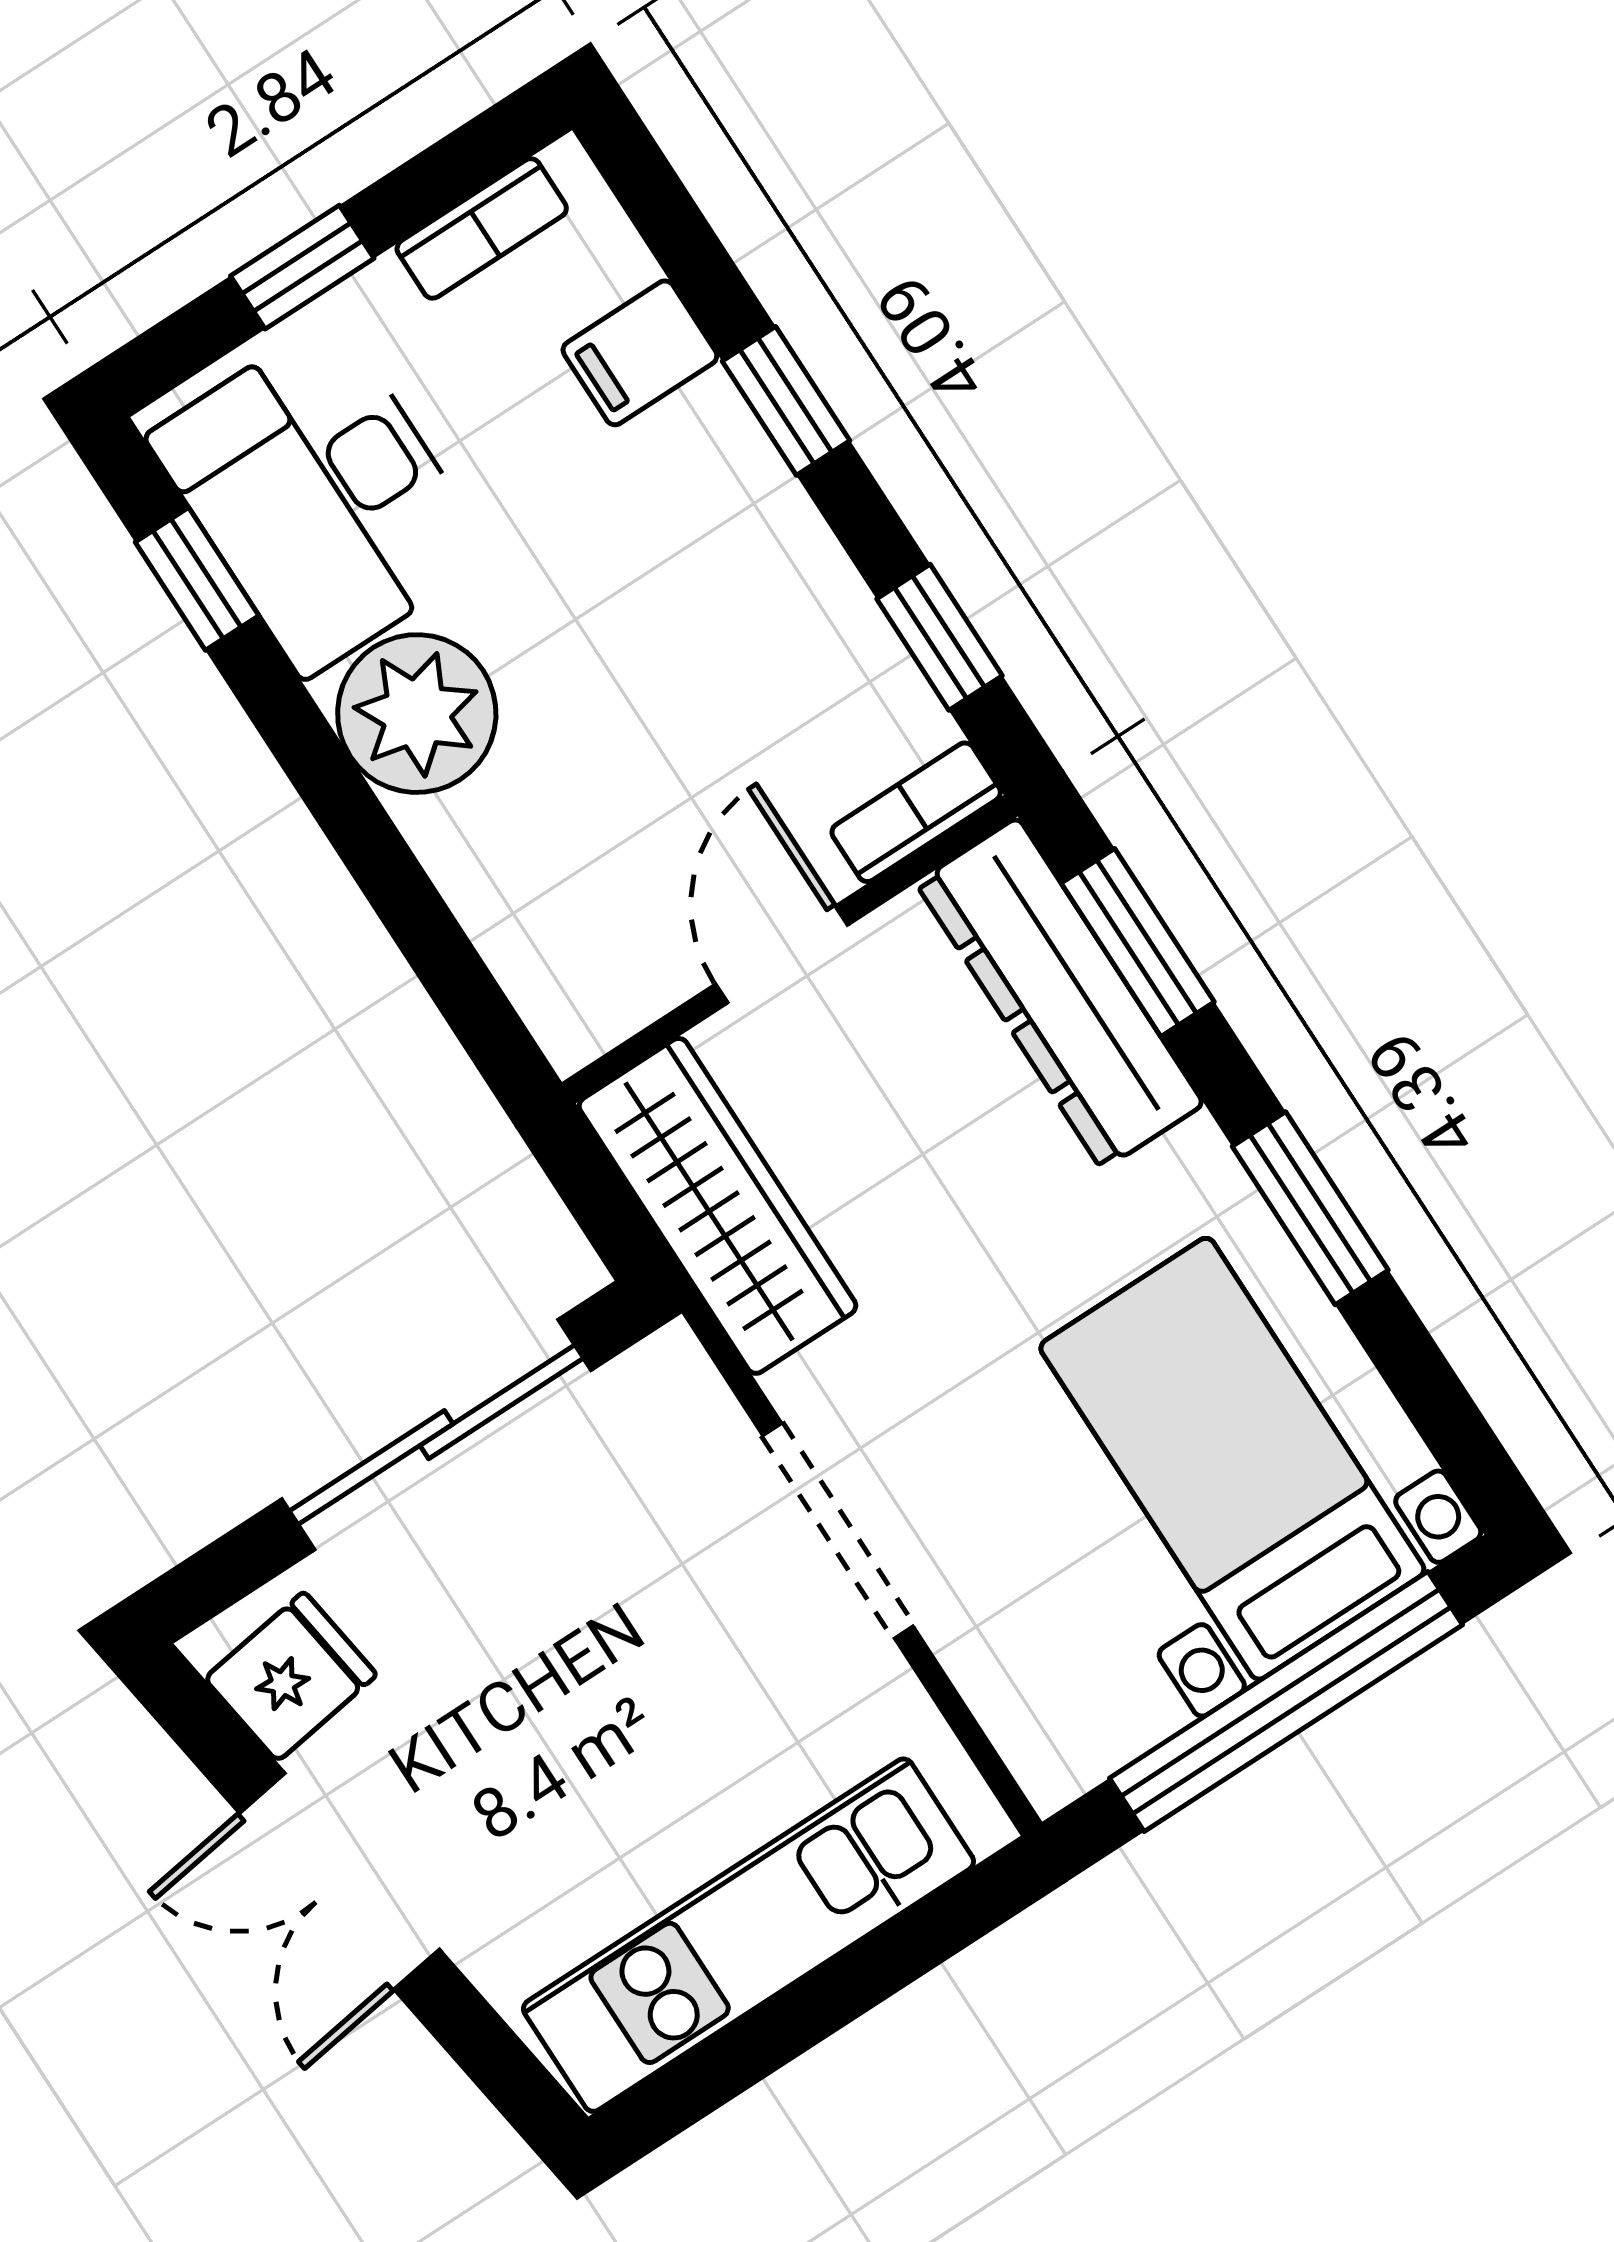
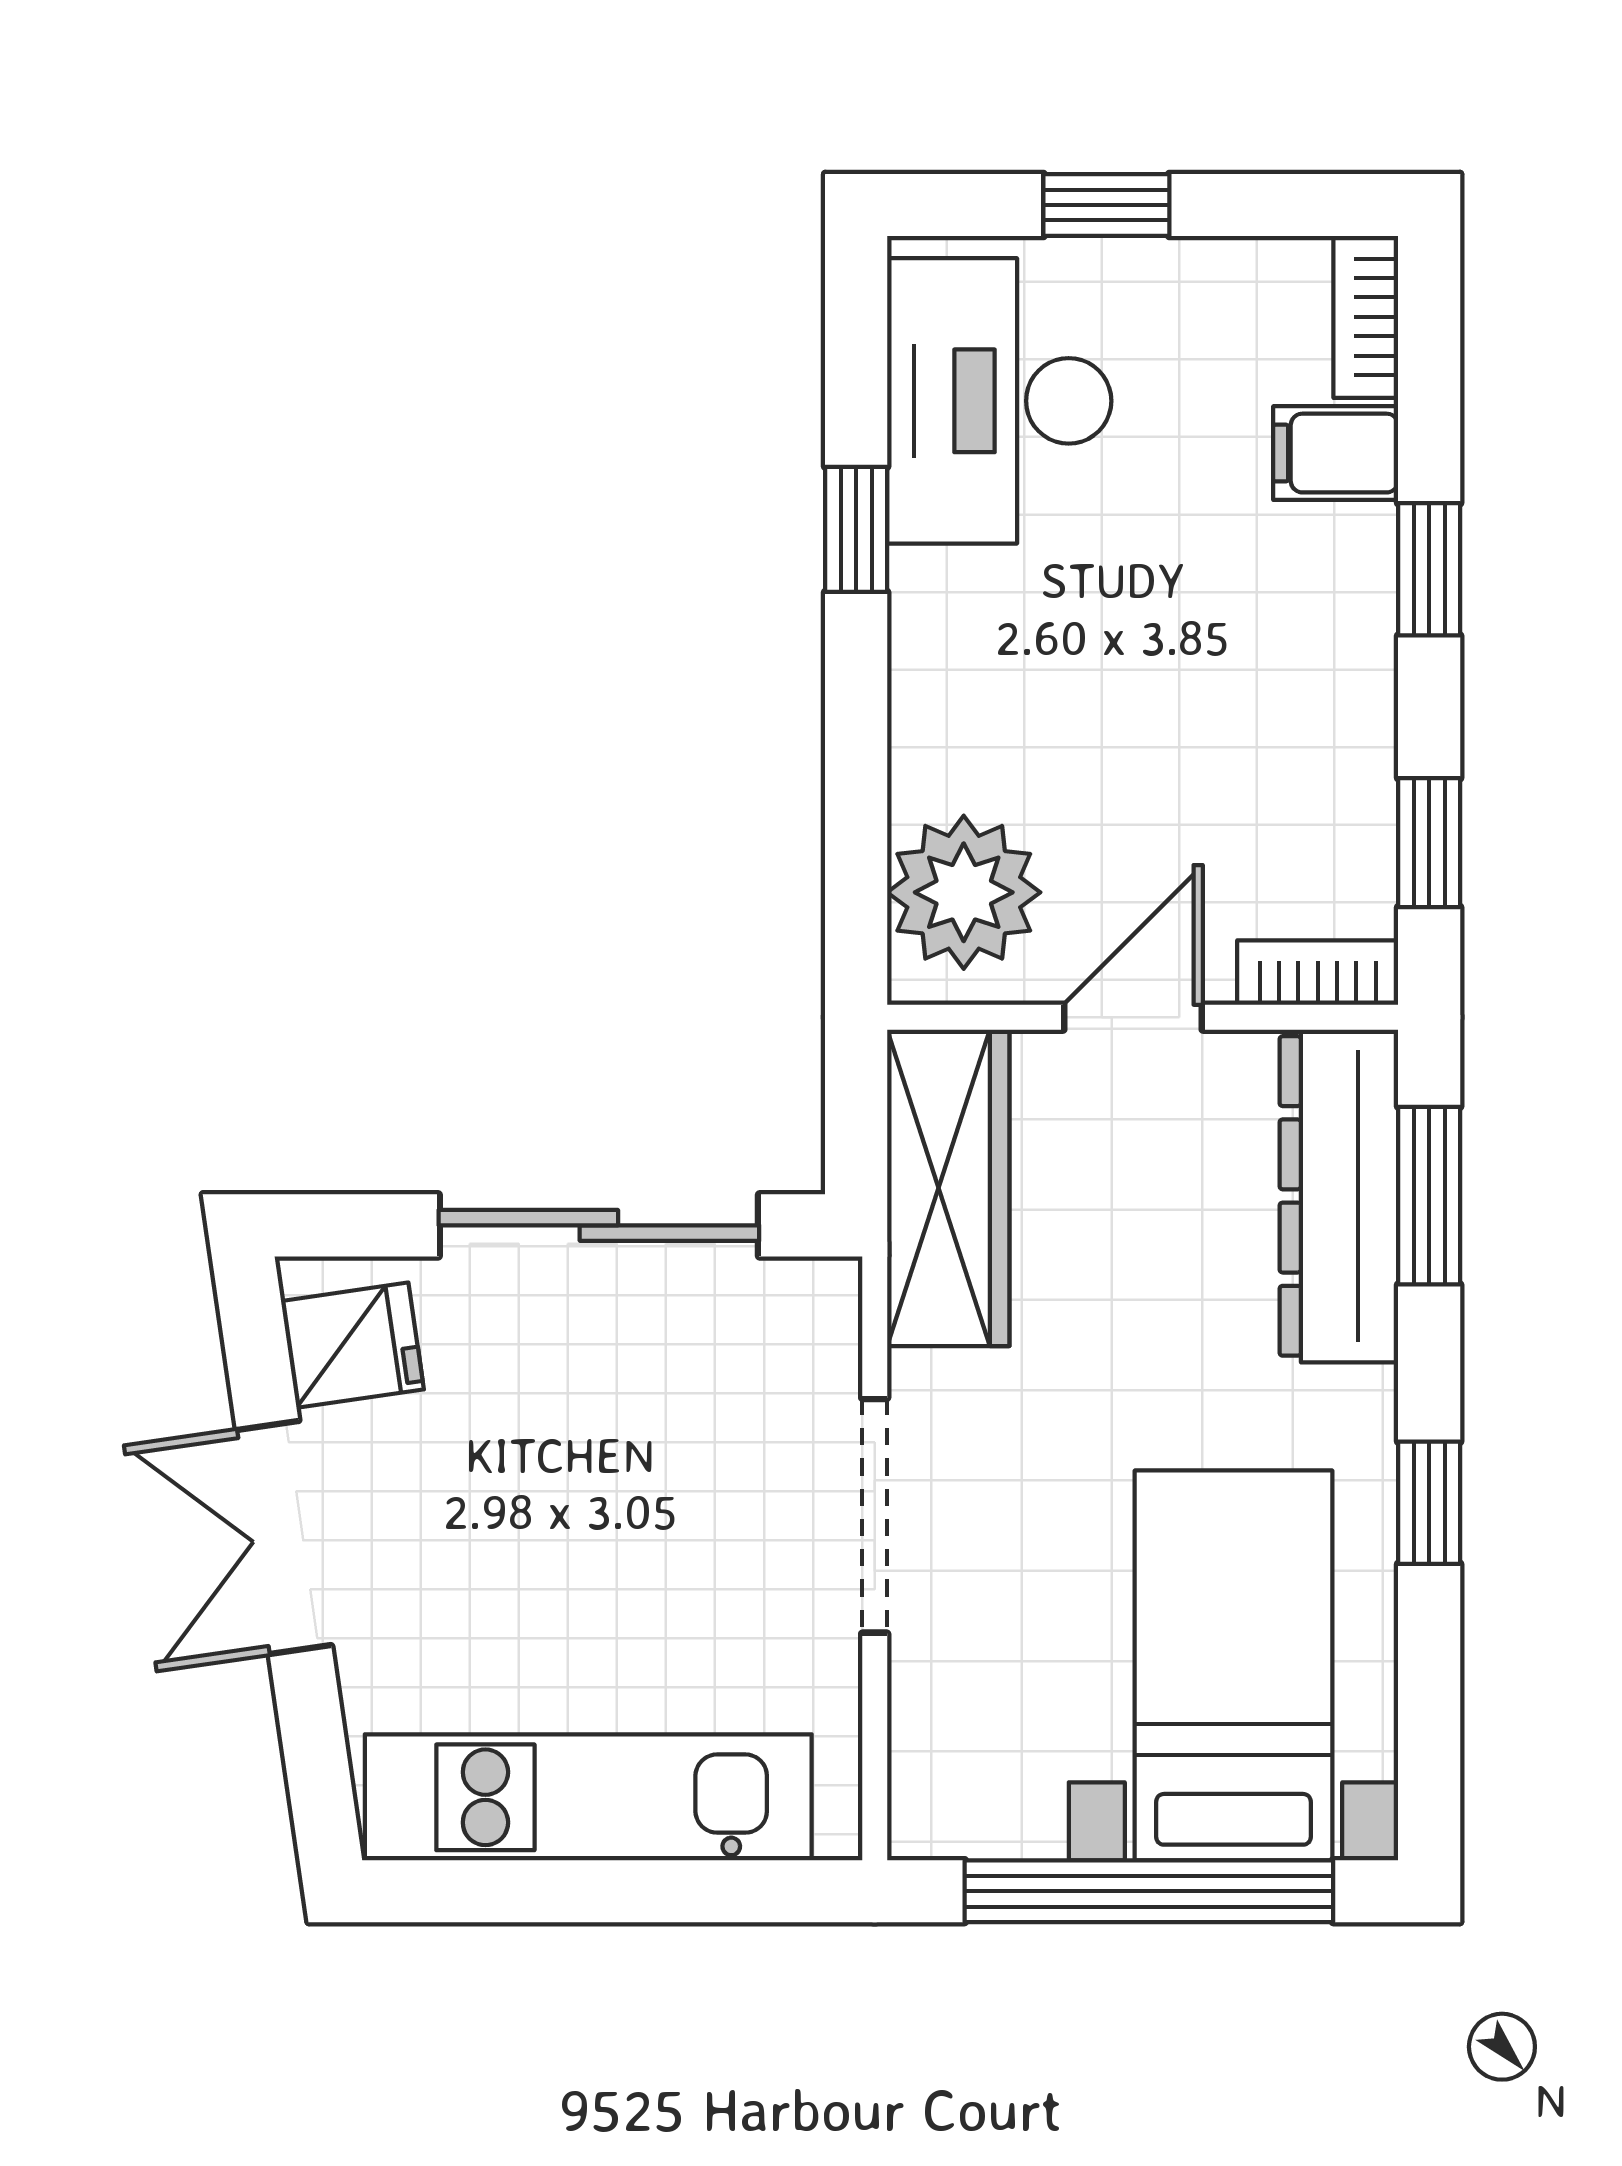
bookcase: (482, 228) -> (1366, 317), moved, turned 90
window: (197, 579) -> (856, 529), moved
plant: (417, 714) -> (964, 892), moved
window: (1310, 1208) -> (1429, 1503), width x0.67

